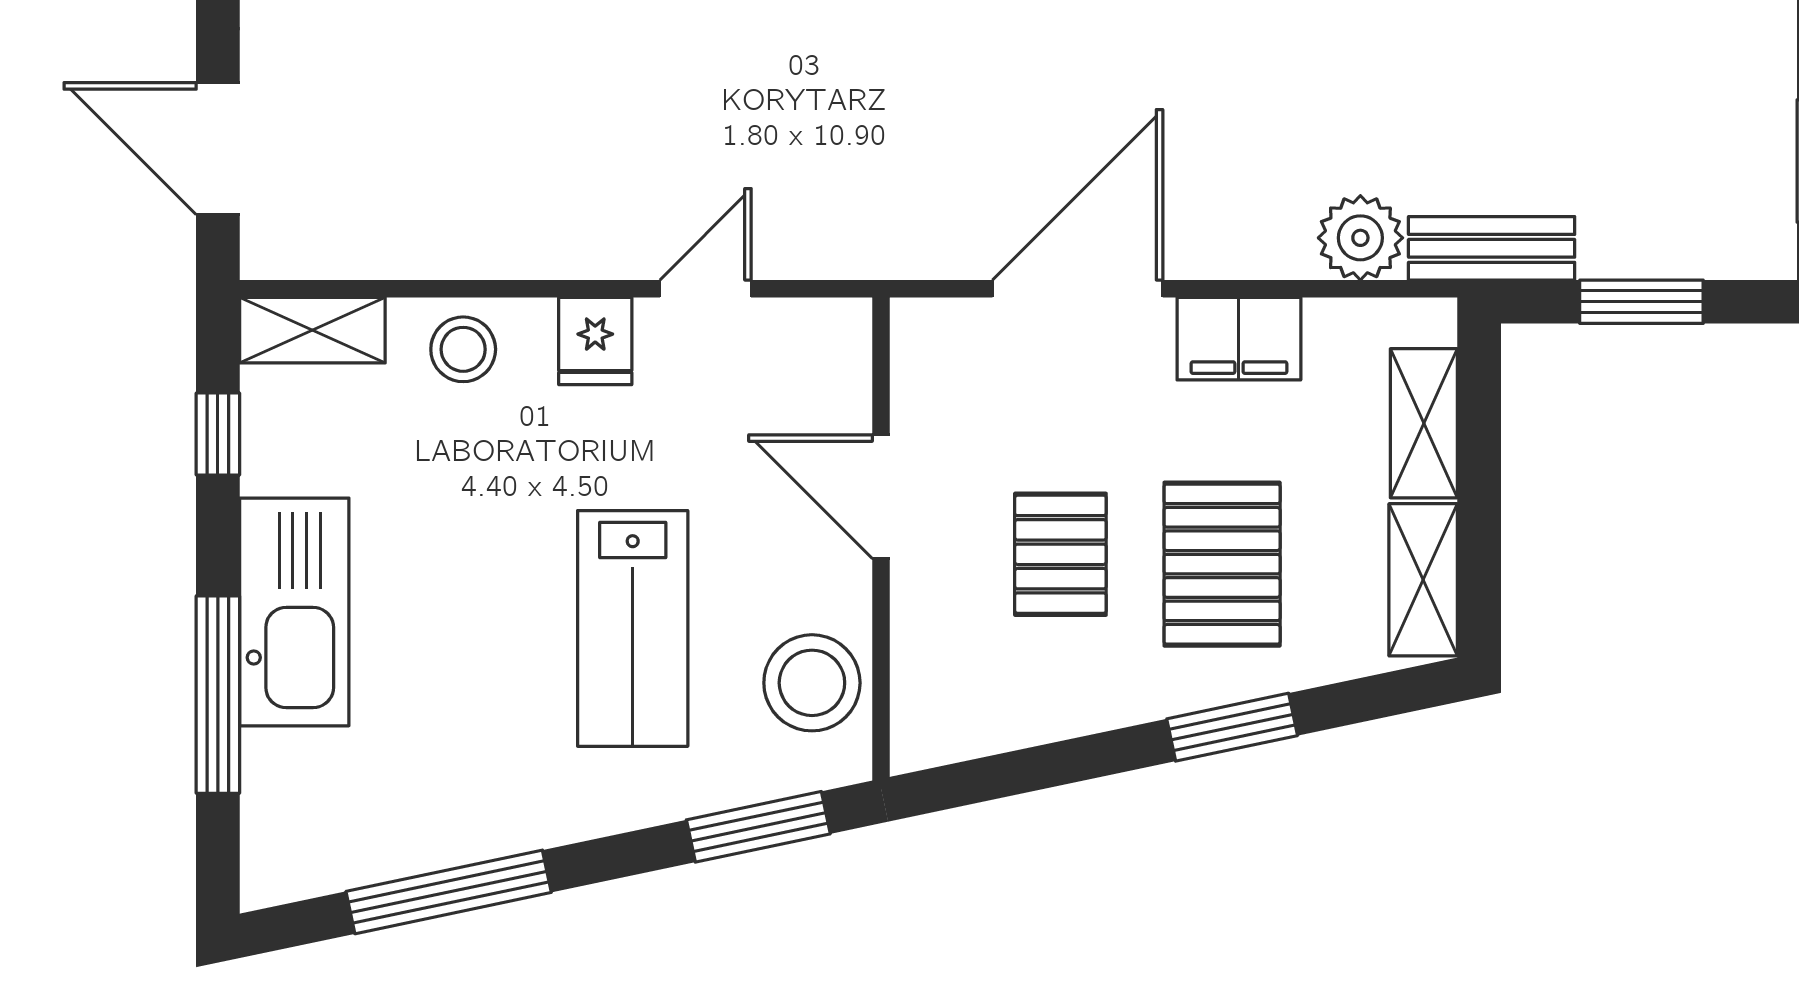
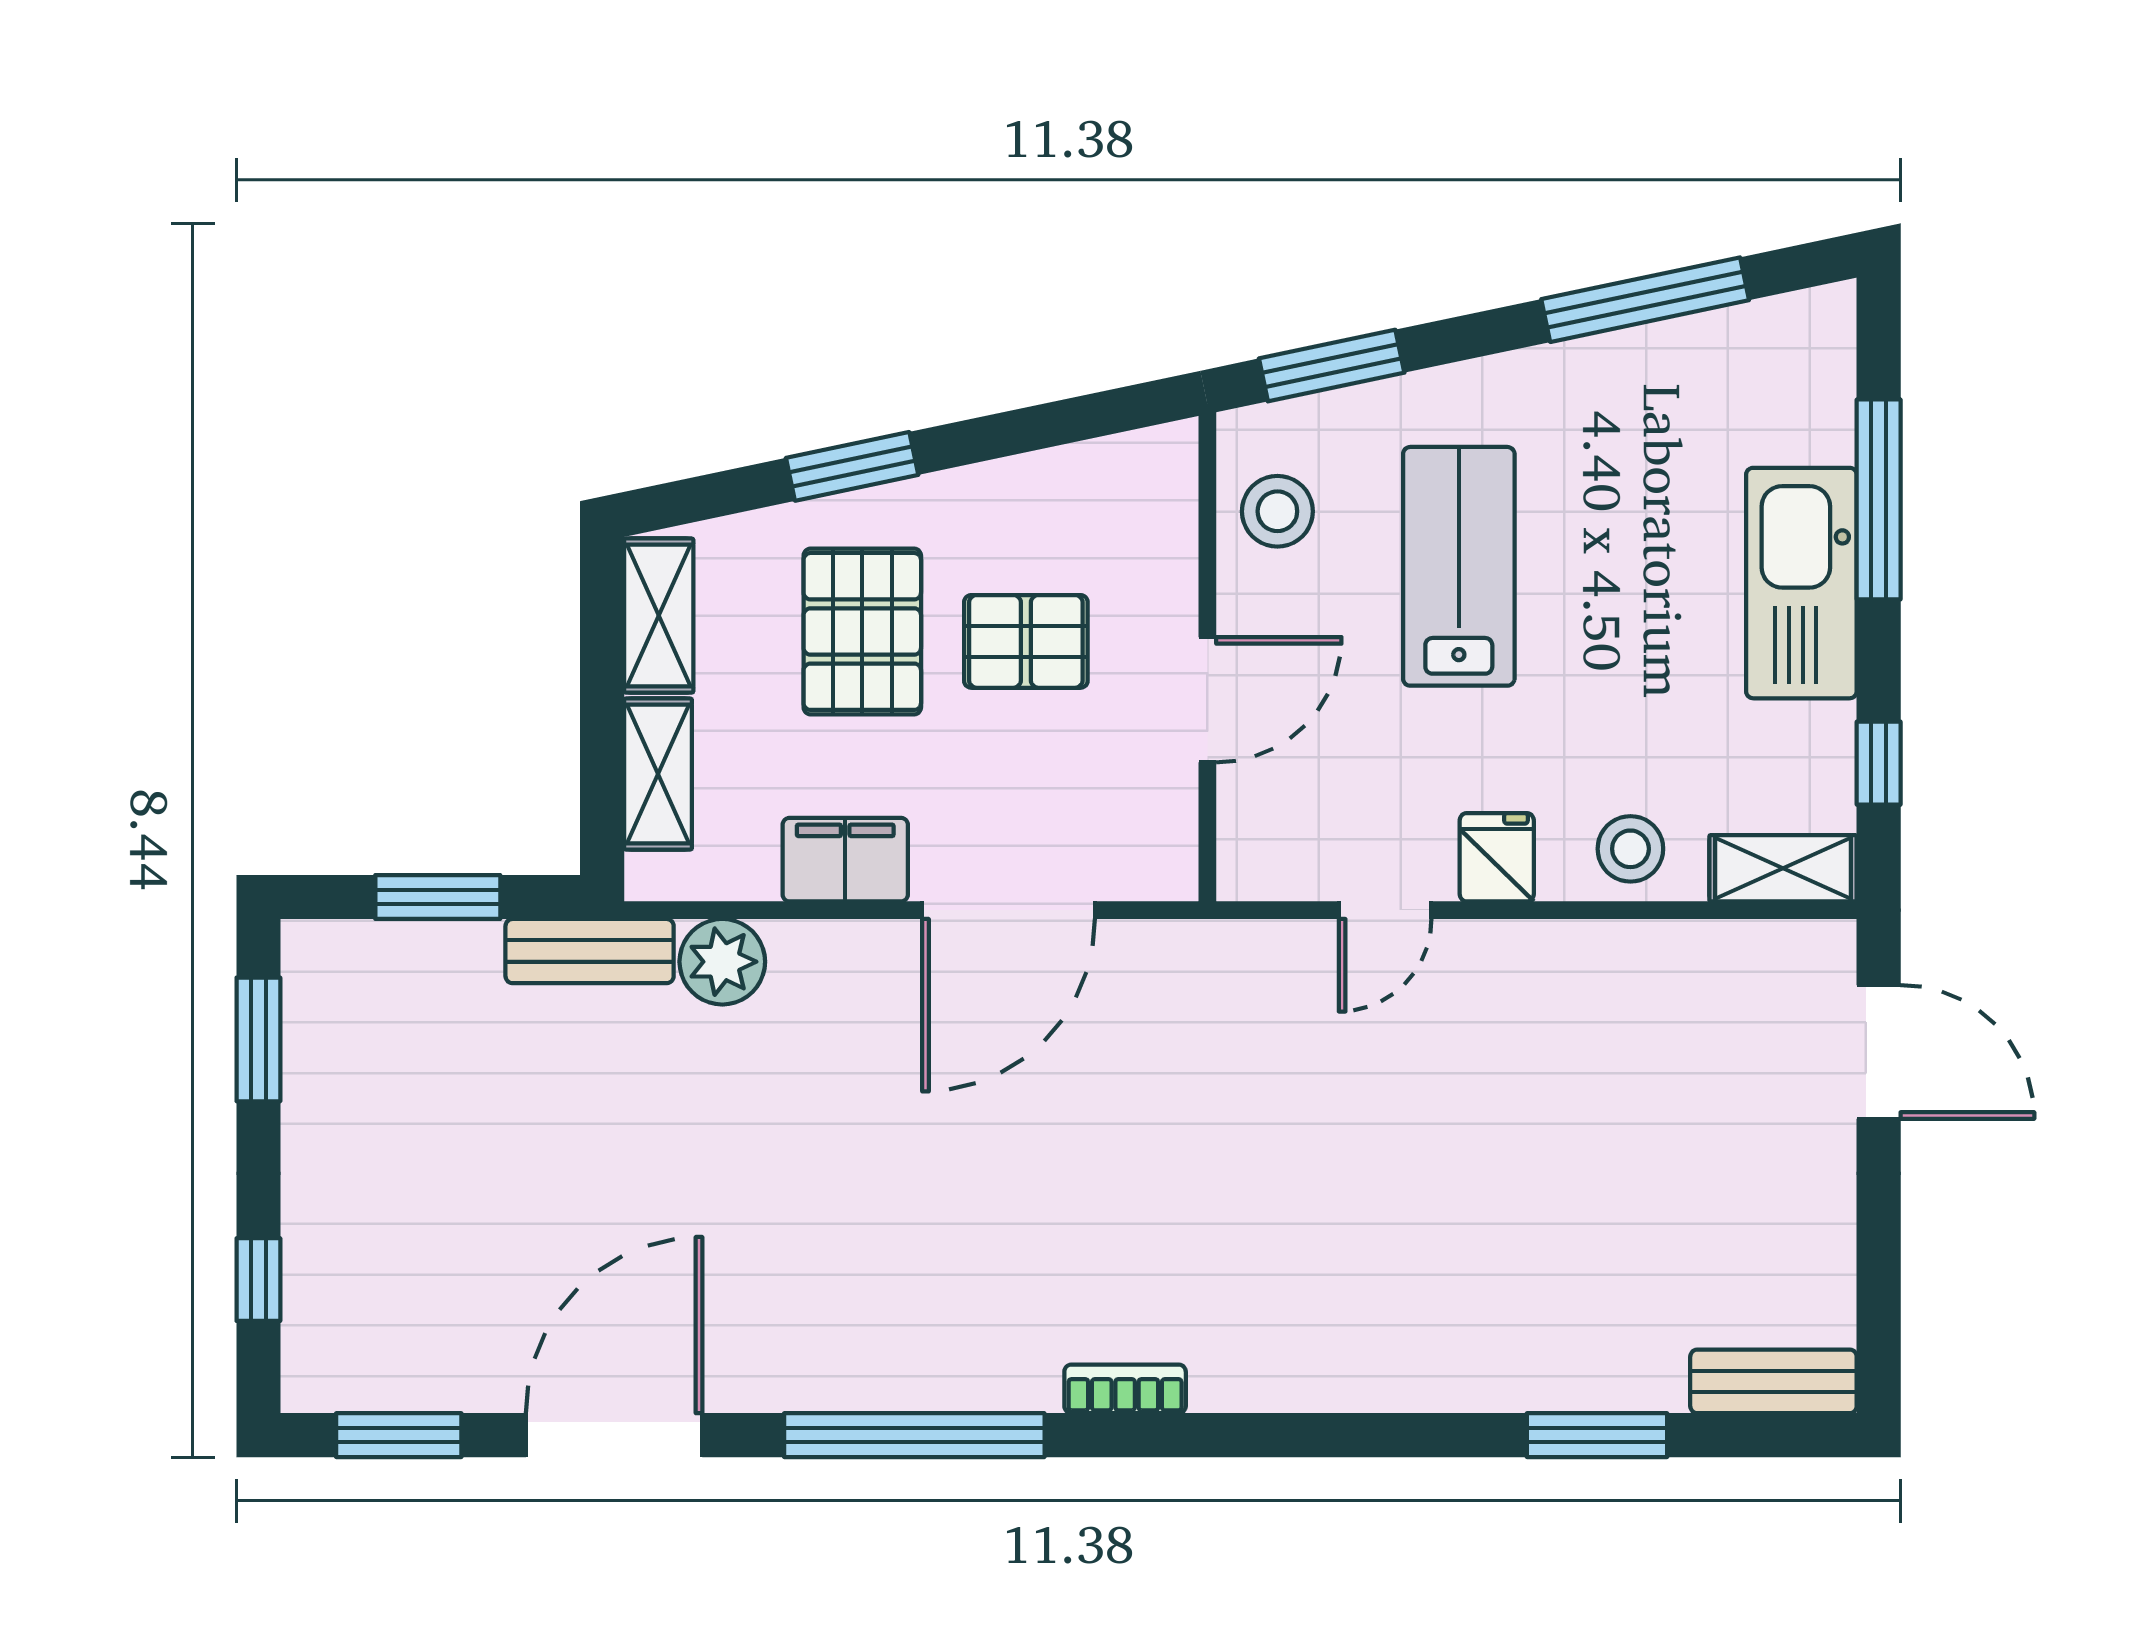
door: (881, 497) -> (1207, 700), hinge flipped
pallet: (1060, 554) -> (1026, 641), turned 90
stool: (812, 683) -> (1277, 511), width x0.73, depth x0.73

